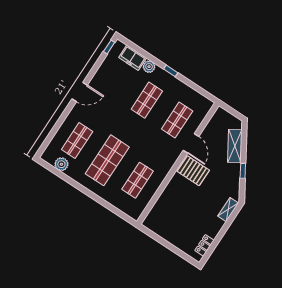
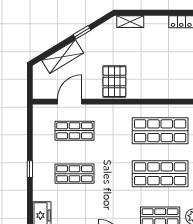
plant: (149, 67) -> (40, 193), removed
door: (191, 143) -> (70, 102), moved
shop shelf: (138, 180) -> (160, 131), width x1.43, depth x1.36

